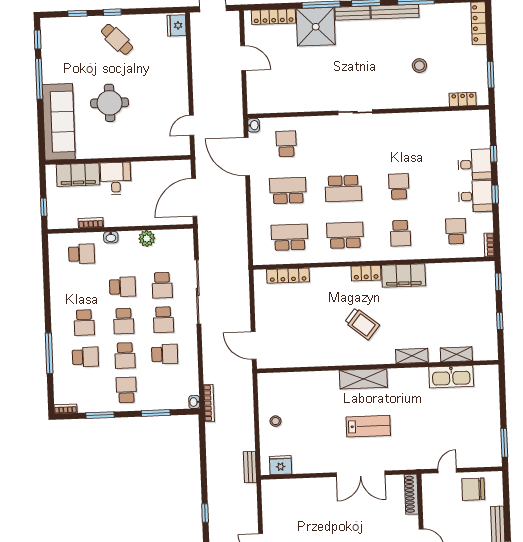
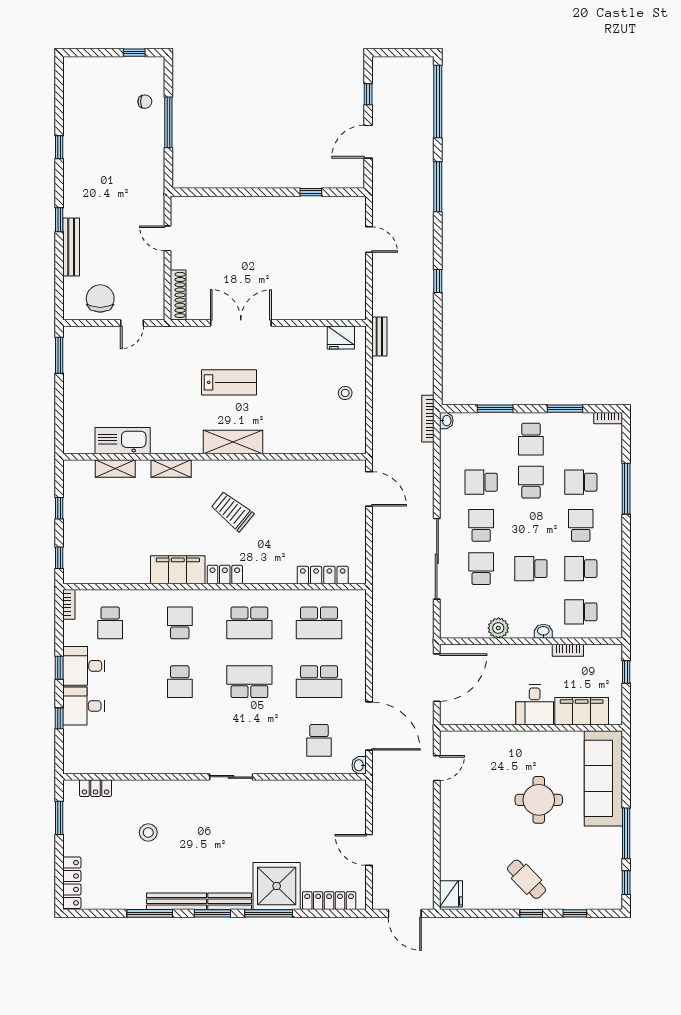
school desk: (124, 321) -> (581, 569), moved, turned -90
lab bench: (368, 426) -> (229, 382), turned 180
chair: (473, 489) -> (100, 298), turned -90

